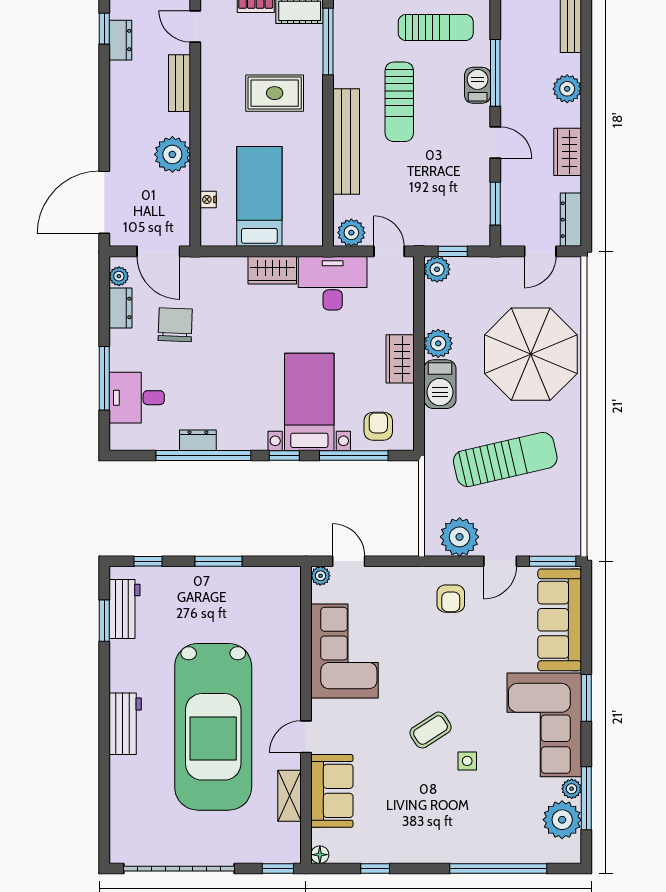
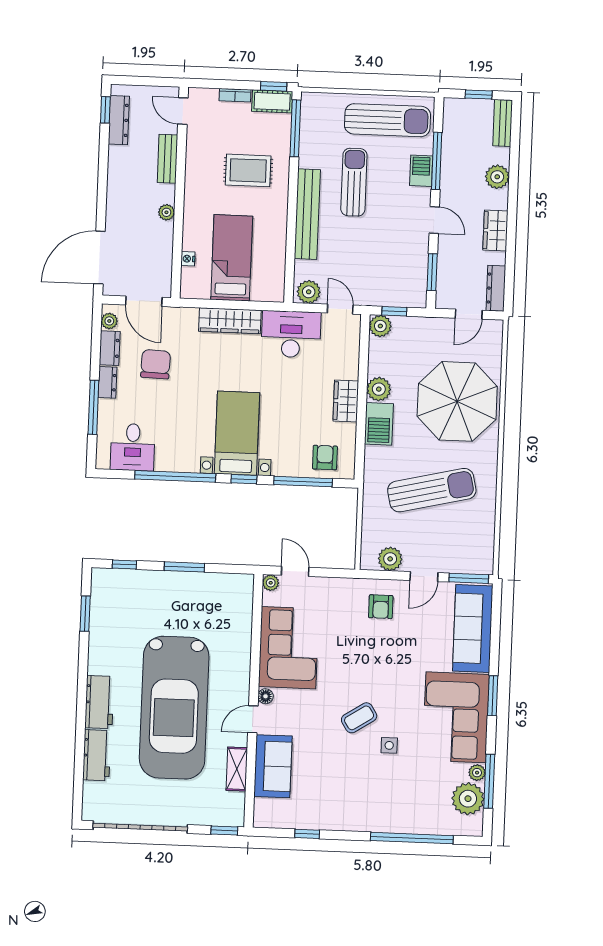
sun lounger: (436, 28) -> (387, 120), width x1.36, depth x1.34
dresser: (120, 40) -> (119, 120), width x1.44
sun lounger: (399, 102) -> (354, 182), turned 180
plant: (172, 154) -> (166, 212), width x0.53, depth x0.53
wardrobe: (272, 270) -> (230, 321), width x1.50
desk: (137, 398) -> (133, 447), moved, turned -90
bed with nightstands: (309, 402) -> (237, 433), moved
dresser: (198, 440) -> (107, 382), moved, turned 90
plant: (460, 537) -> (390, 559), width x0.73, depth x0.73
workbench: (125, 609) -> (97, 755), moved
floor lamp: (320, 855) -> (266, 696), moved

